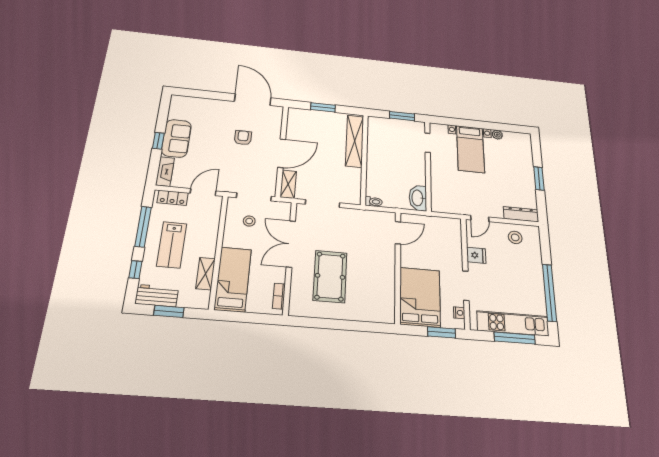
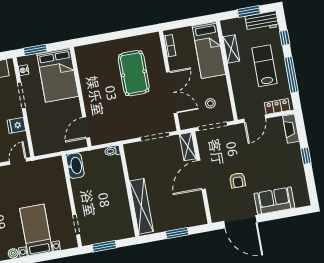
sofa: (176, 138) -> (274, 201), moved, turned 90

